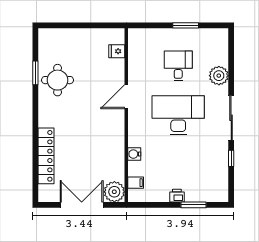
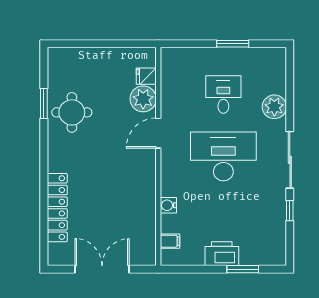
plant: (114, 192) -> (143, 99), moved
printer: (177, 196) -> (222, 254), width x1.87, depth x1.48

